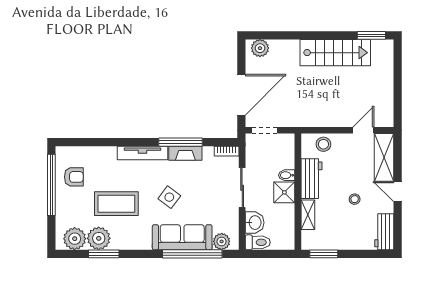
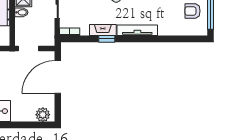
doorway: (265, 130) -> (28, 49), moved
window: (181, 142) -> (107, 39), width x0.46

